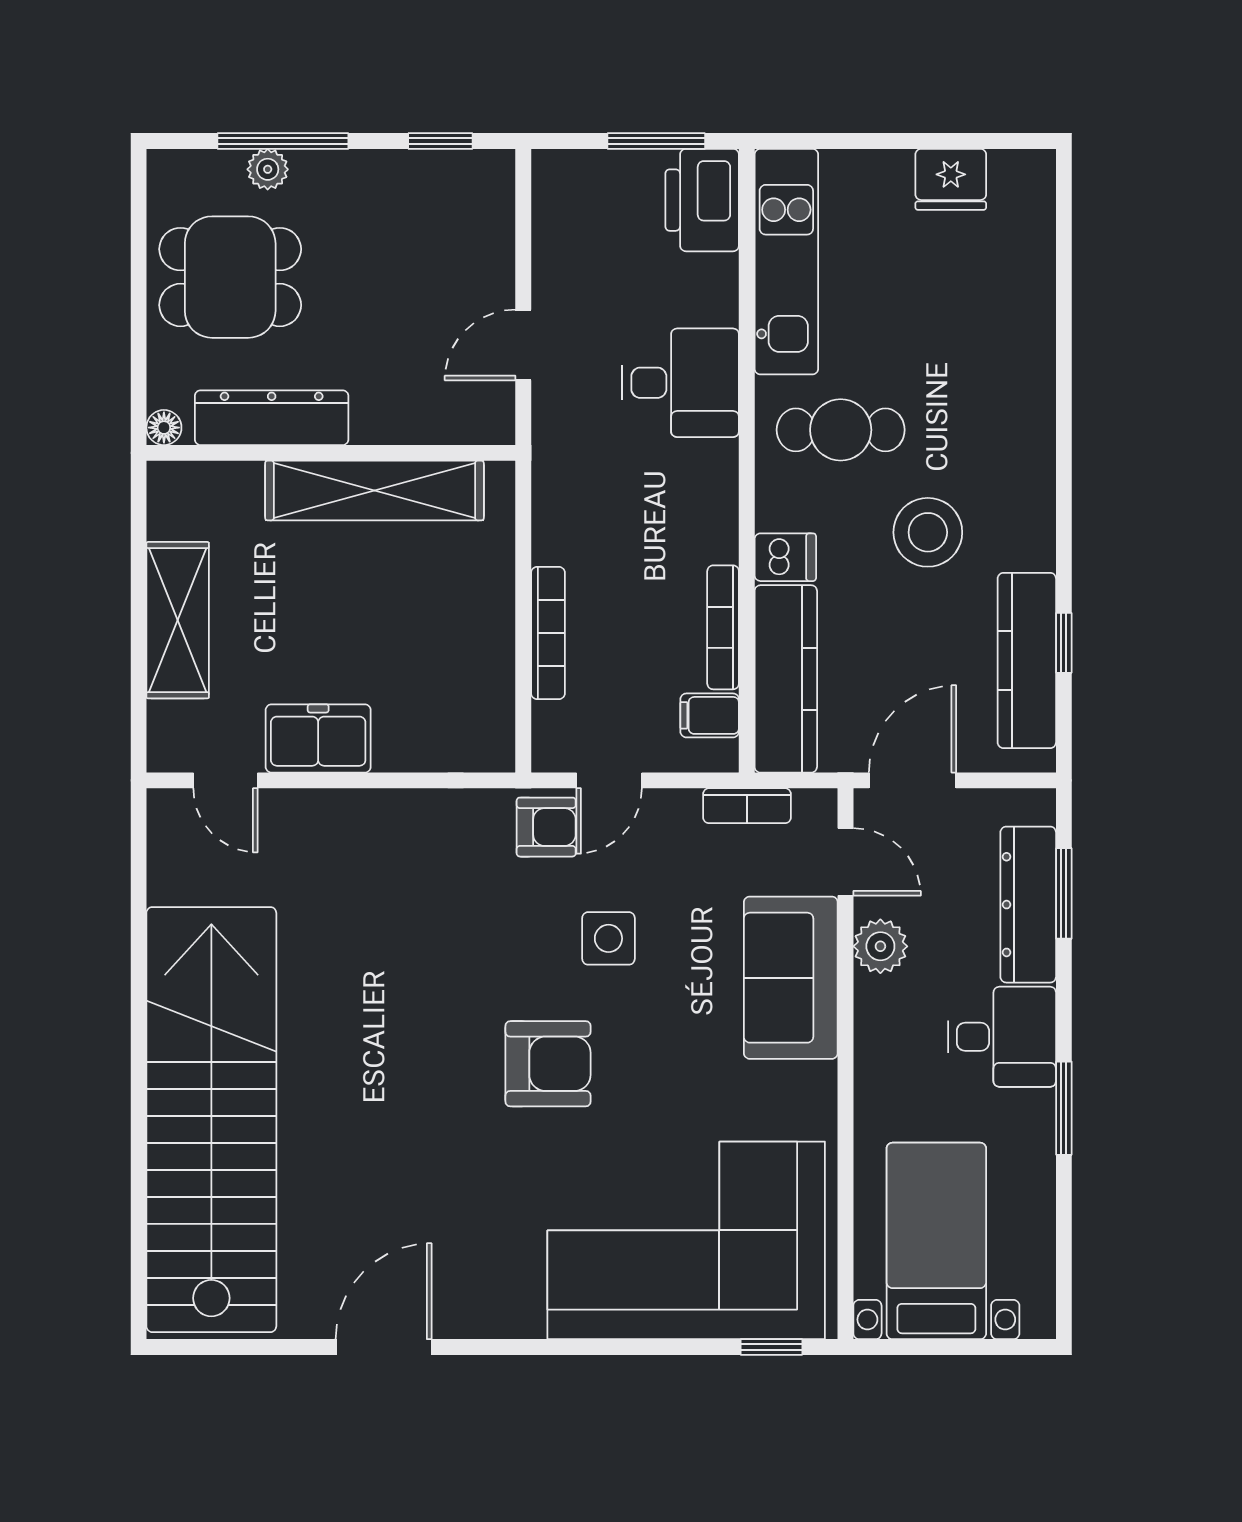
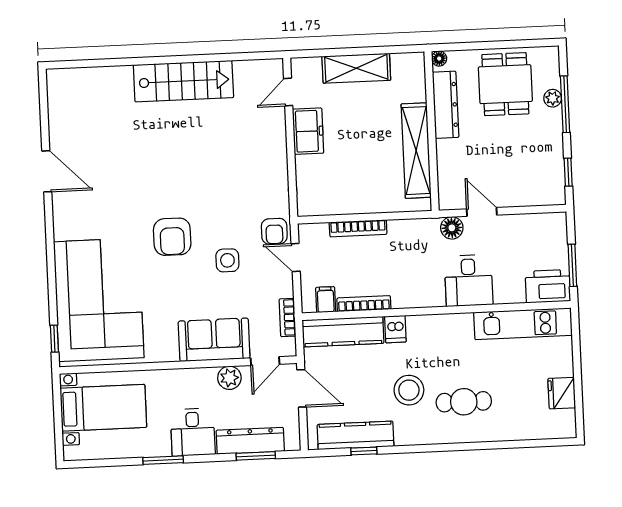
floor lamp: (557, 416) -> (452, 228), added
cafe table: (841, 430) -> (464, 402), moved, turned 90
stairs: (211, 1120) -> (183, 81), width x0.54, depth x0.66

